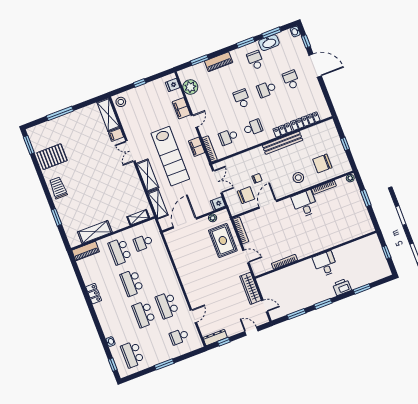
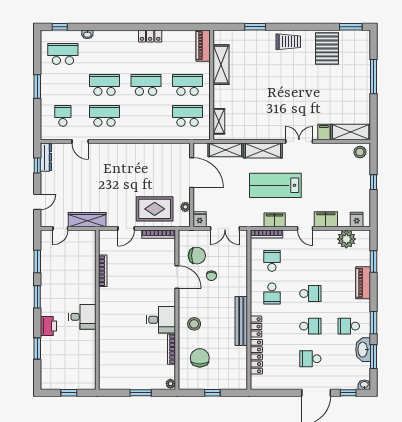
school desk: (255, 60) -> (349, 326), turned 180
school desk: (291, 80) -> (310, 359), turned 180
school desk: (266, 89) -> (310, 326), turned 90
lab bench: (170, 156) -> (275, 185), width x0.73
chair: (246, 195) -> (197, 256), turned -90
school desk: (143, 242) -> (188, 116), width x1.85

